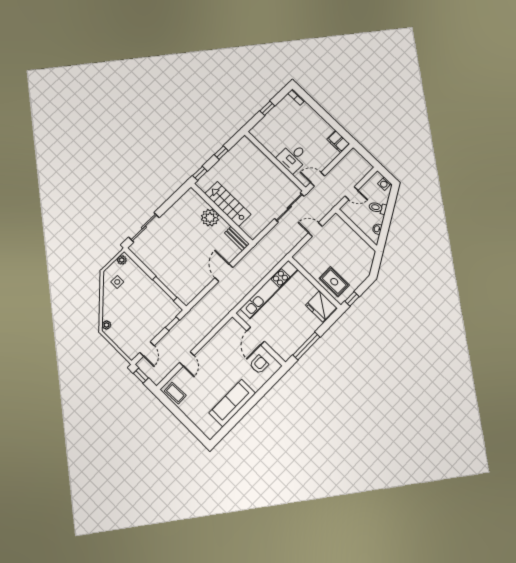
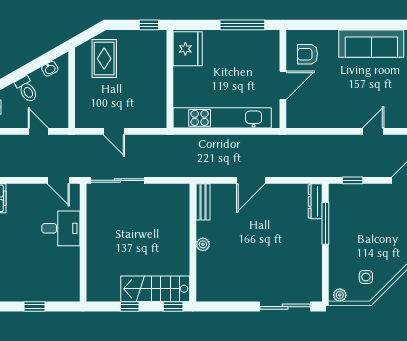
stairs: (228, 204) -> (155, 289), moved, turned 90
plant: (210, 218) -> (203, 244), width x0.53, depth x0.53
rug: (334, 282) -> (104, 59), moved
dresser: (181, 294) -> (315, 201), added

